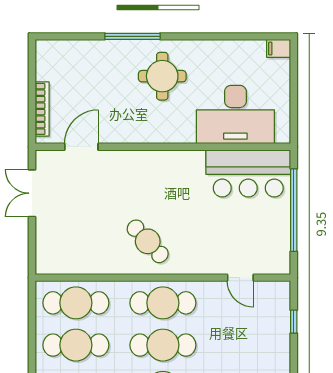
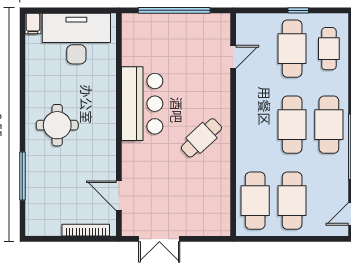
window: (132, 36) -> (22, 176), moved
desk: (235, 115) -> (76, 39), moved, turned -90
bar counter: (248, 173) -> (142, 104), moved
cafe table: (163, 303) -> (292, 49), moved
window: (294, 322) -> (298, 10), moved

